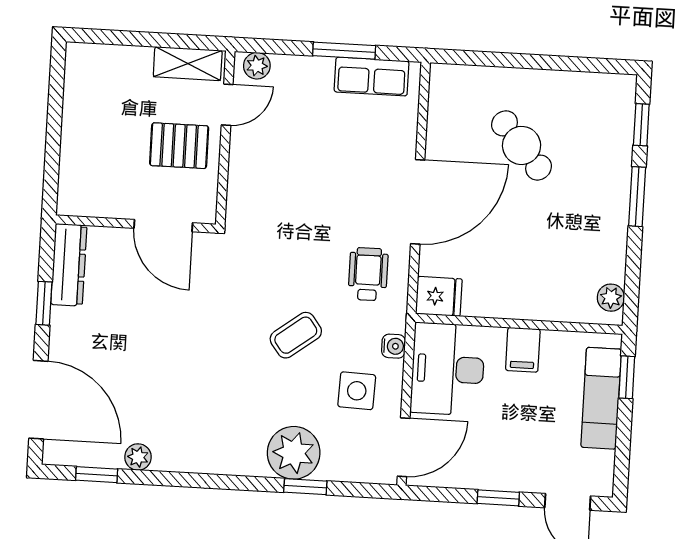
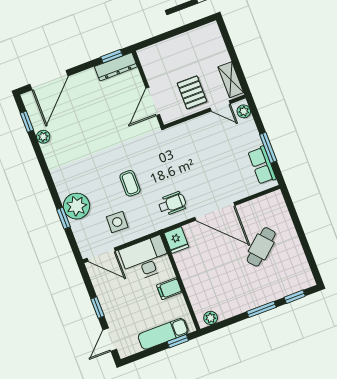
window: (44, 303) -> (112, 56), moved
coffee table: (296, 335) -> (130, 183), turned 37
water cooler: (394, 346) -> (145, 230), removed

